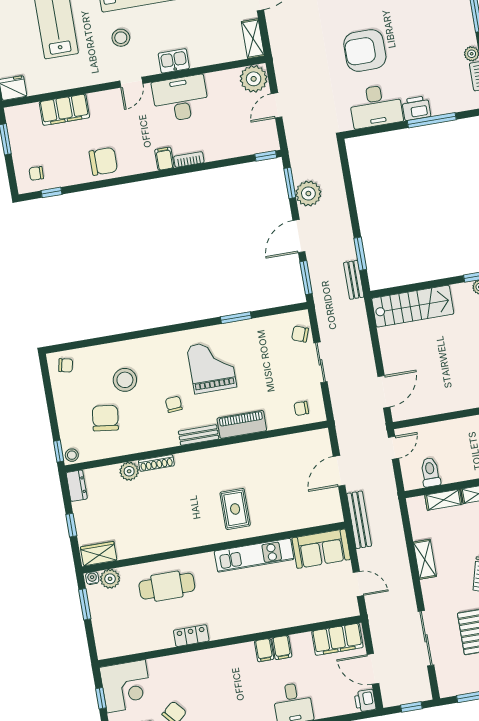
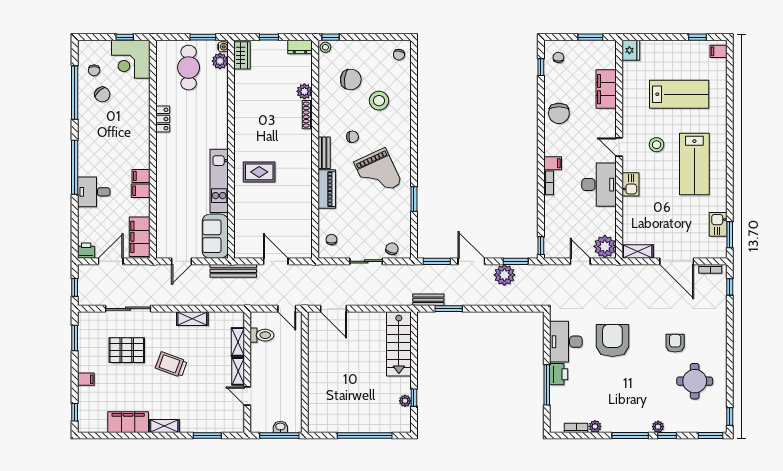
grand piano: (212, 367) -> (378, 173), turned 65
cafe table: (167, 586) -> (189, 68), moved

